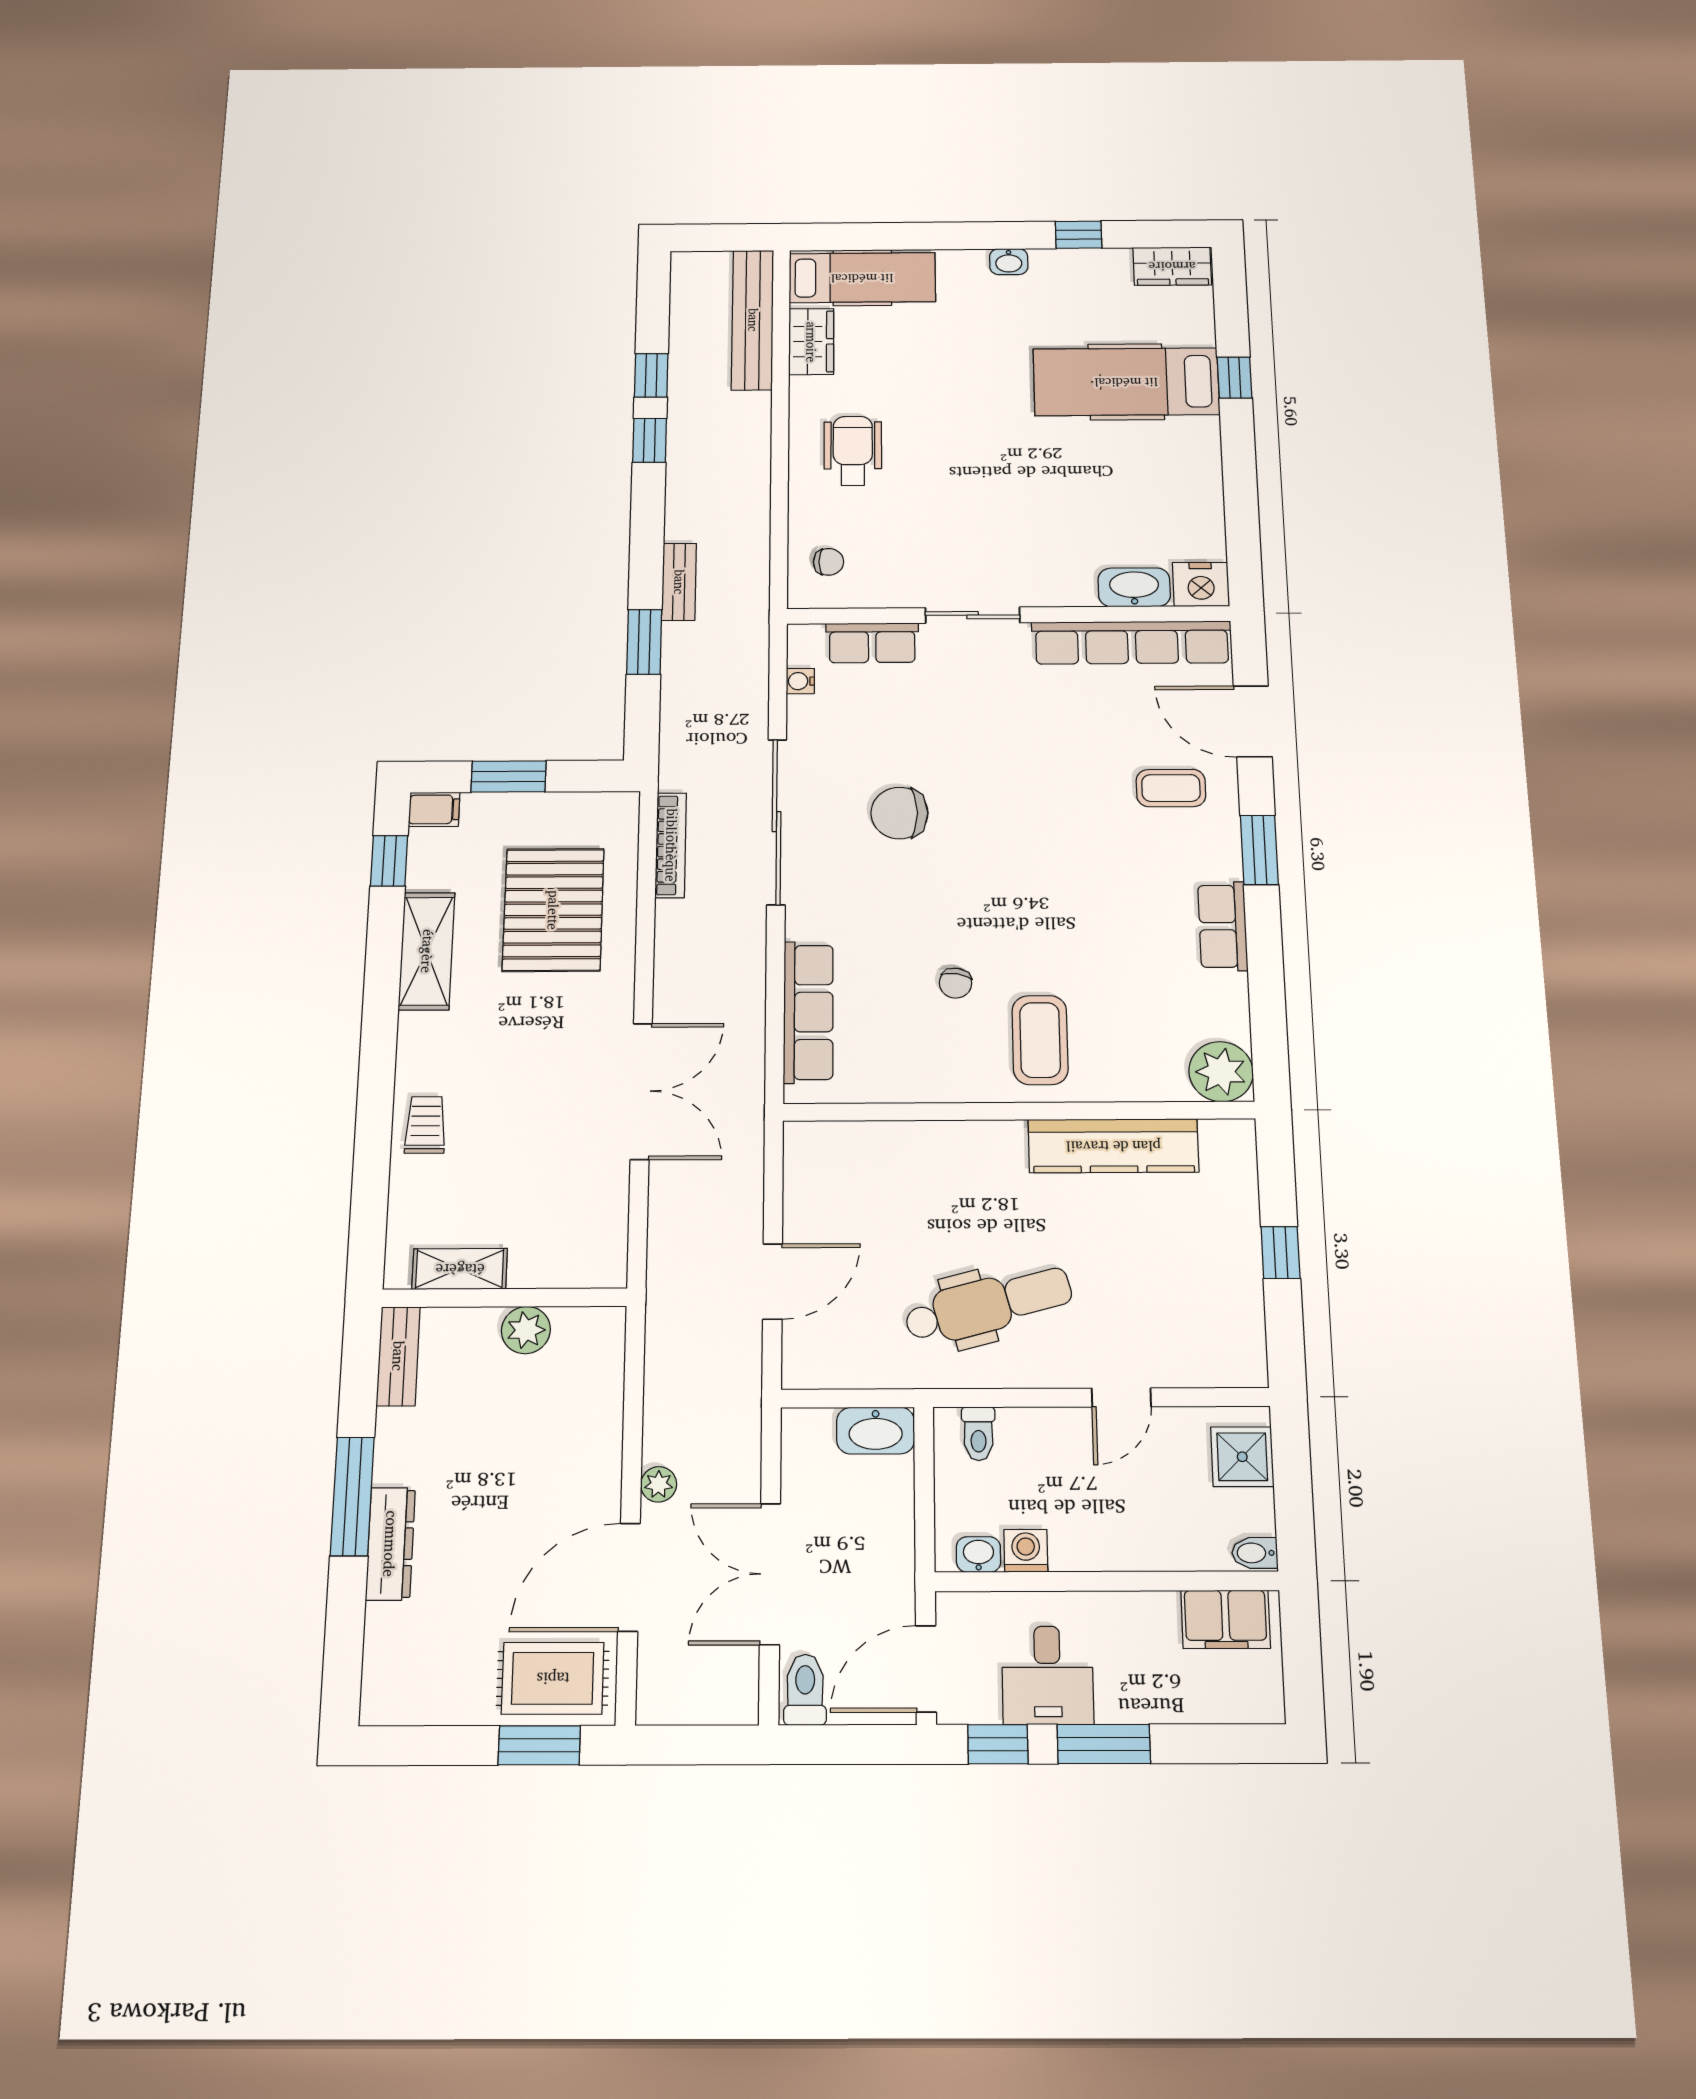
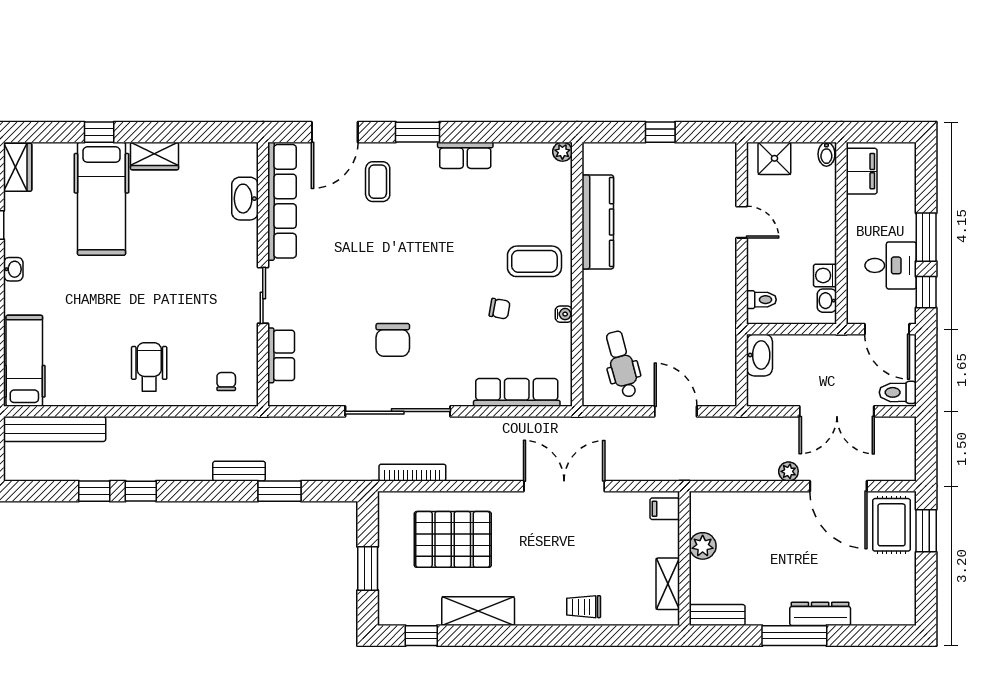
wardrobe: (811, 342) -> (155, 156), moved, turned 180
wheelchair: (853, 451) -> (149, 367), turned 90
nightstand: (1201, 584) -> (243, 159), removed
water cooler: (800, 681) -> (564, 314), moved, turned -90
filing cabinet: (434, 809) -> (665, 509), moved, turned -90
plant: (1221, 1072) -> (562, 152), width x0.53, depth x0.53
dental chair: (988, 1305) -> (622, 364), moved, width x0.73, depth x0.72

